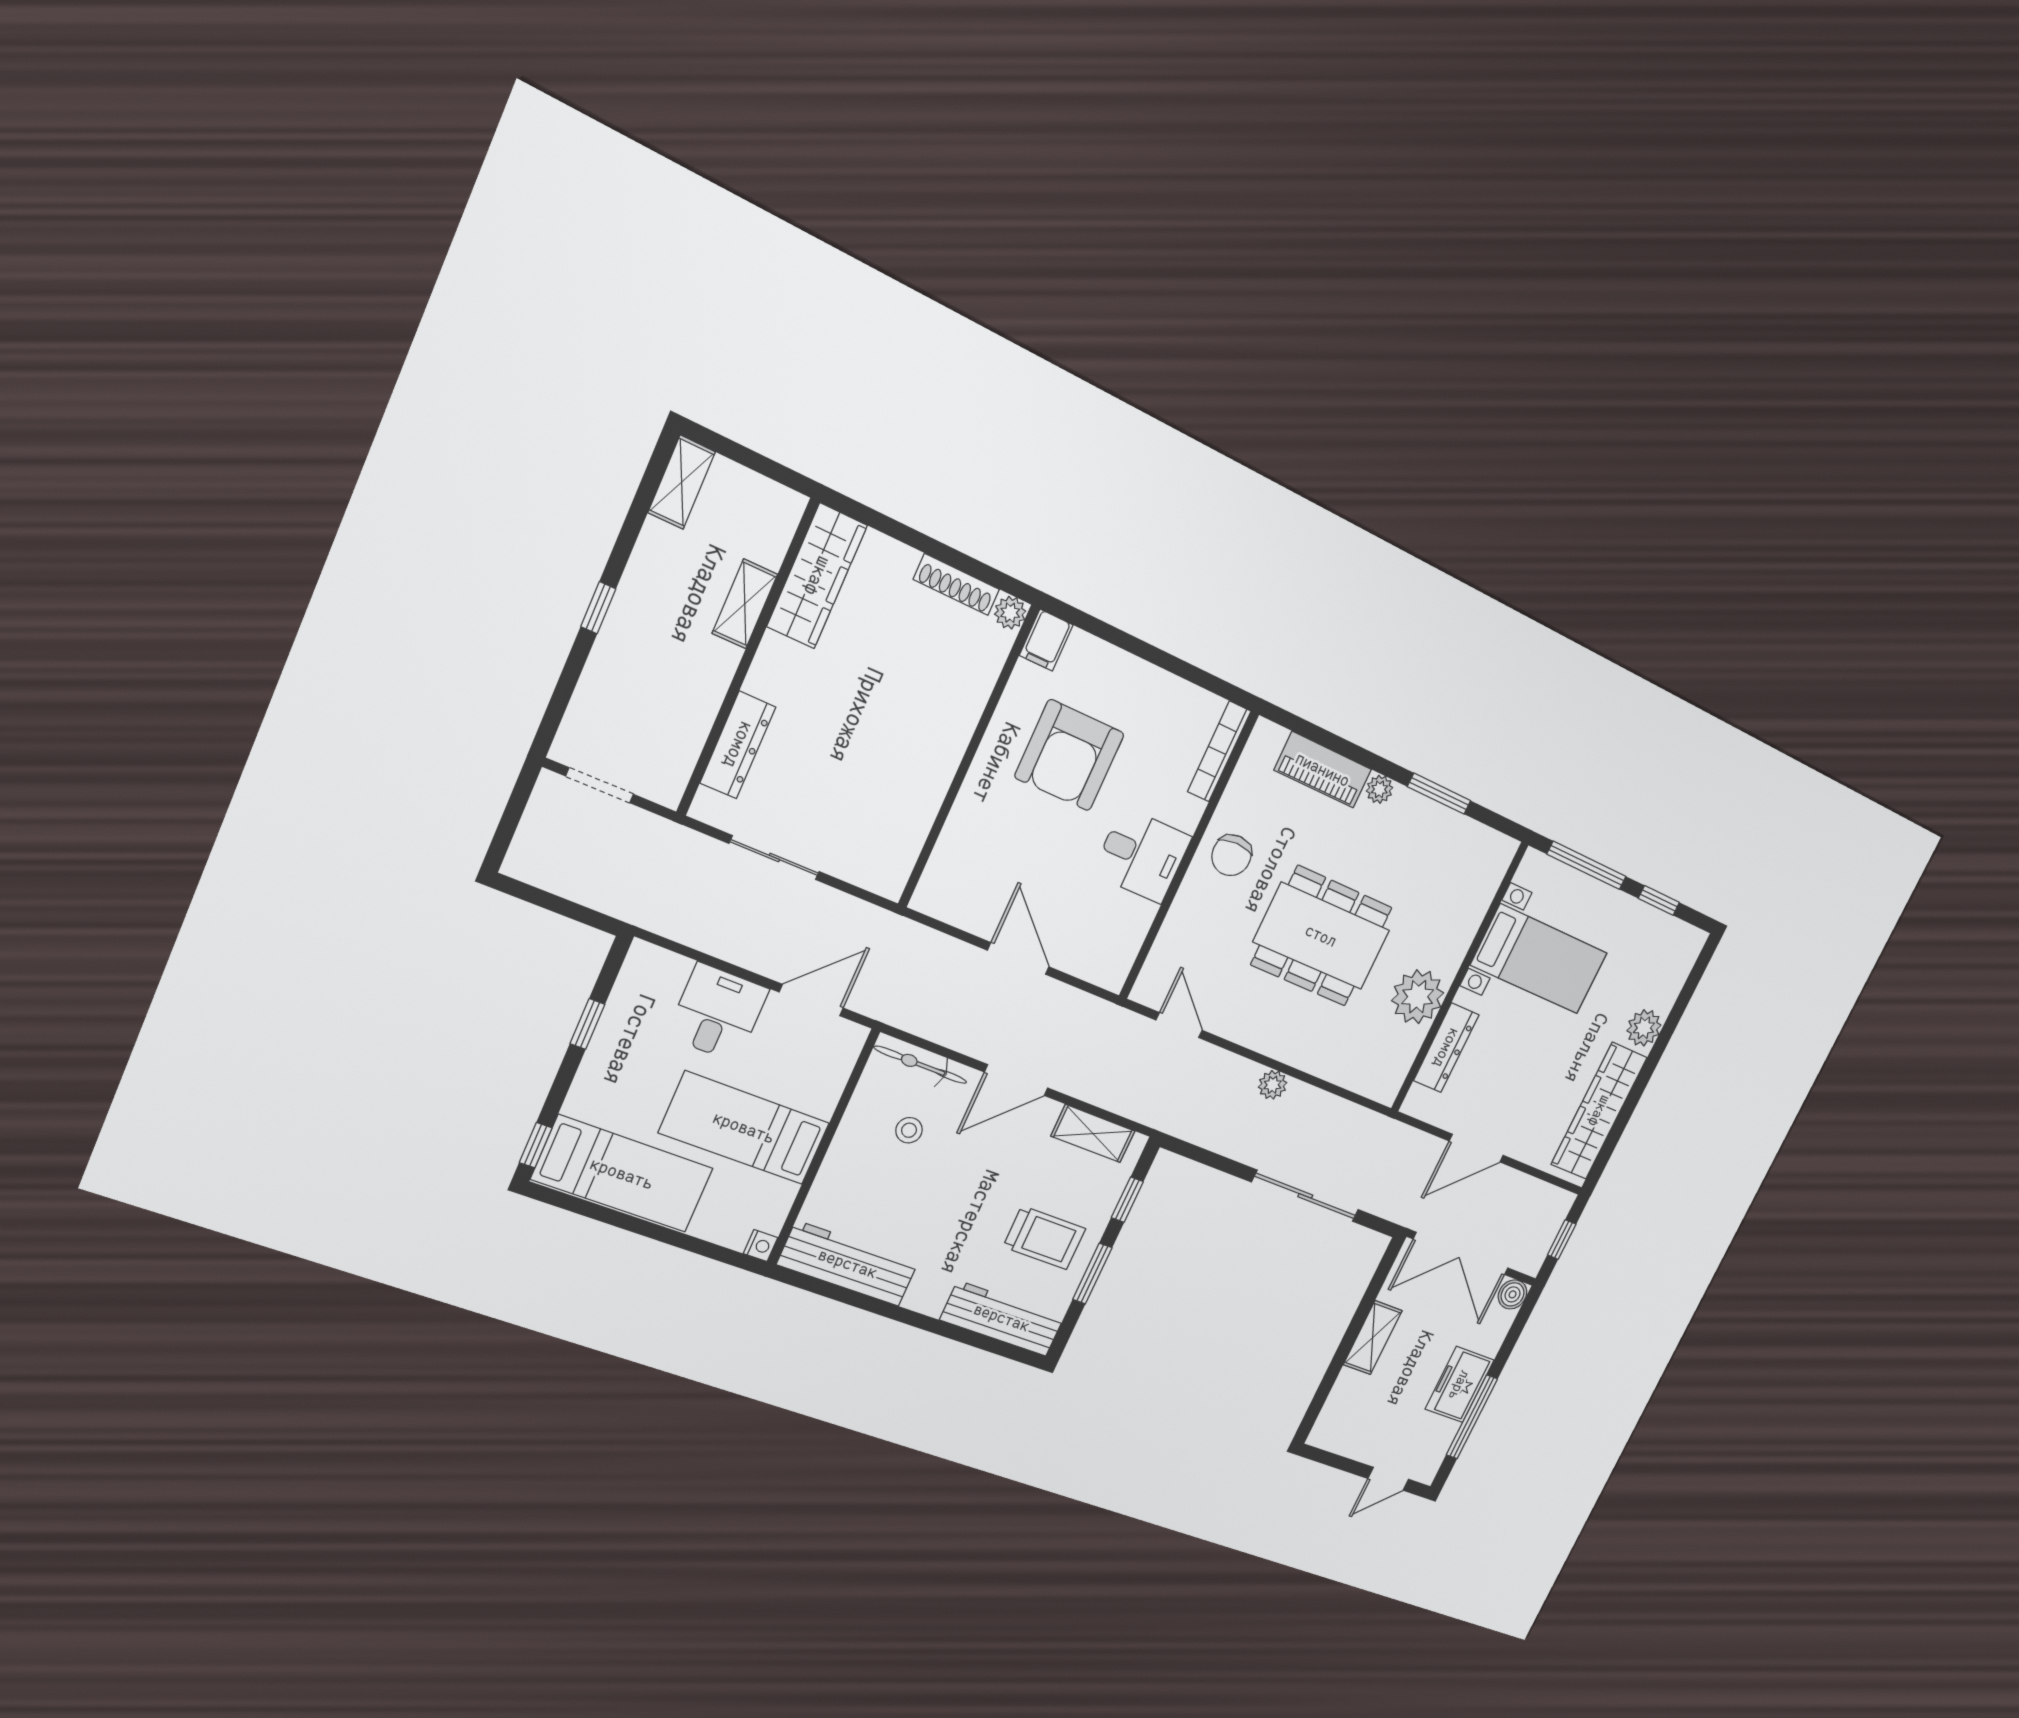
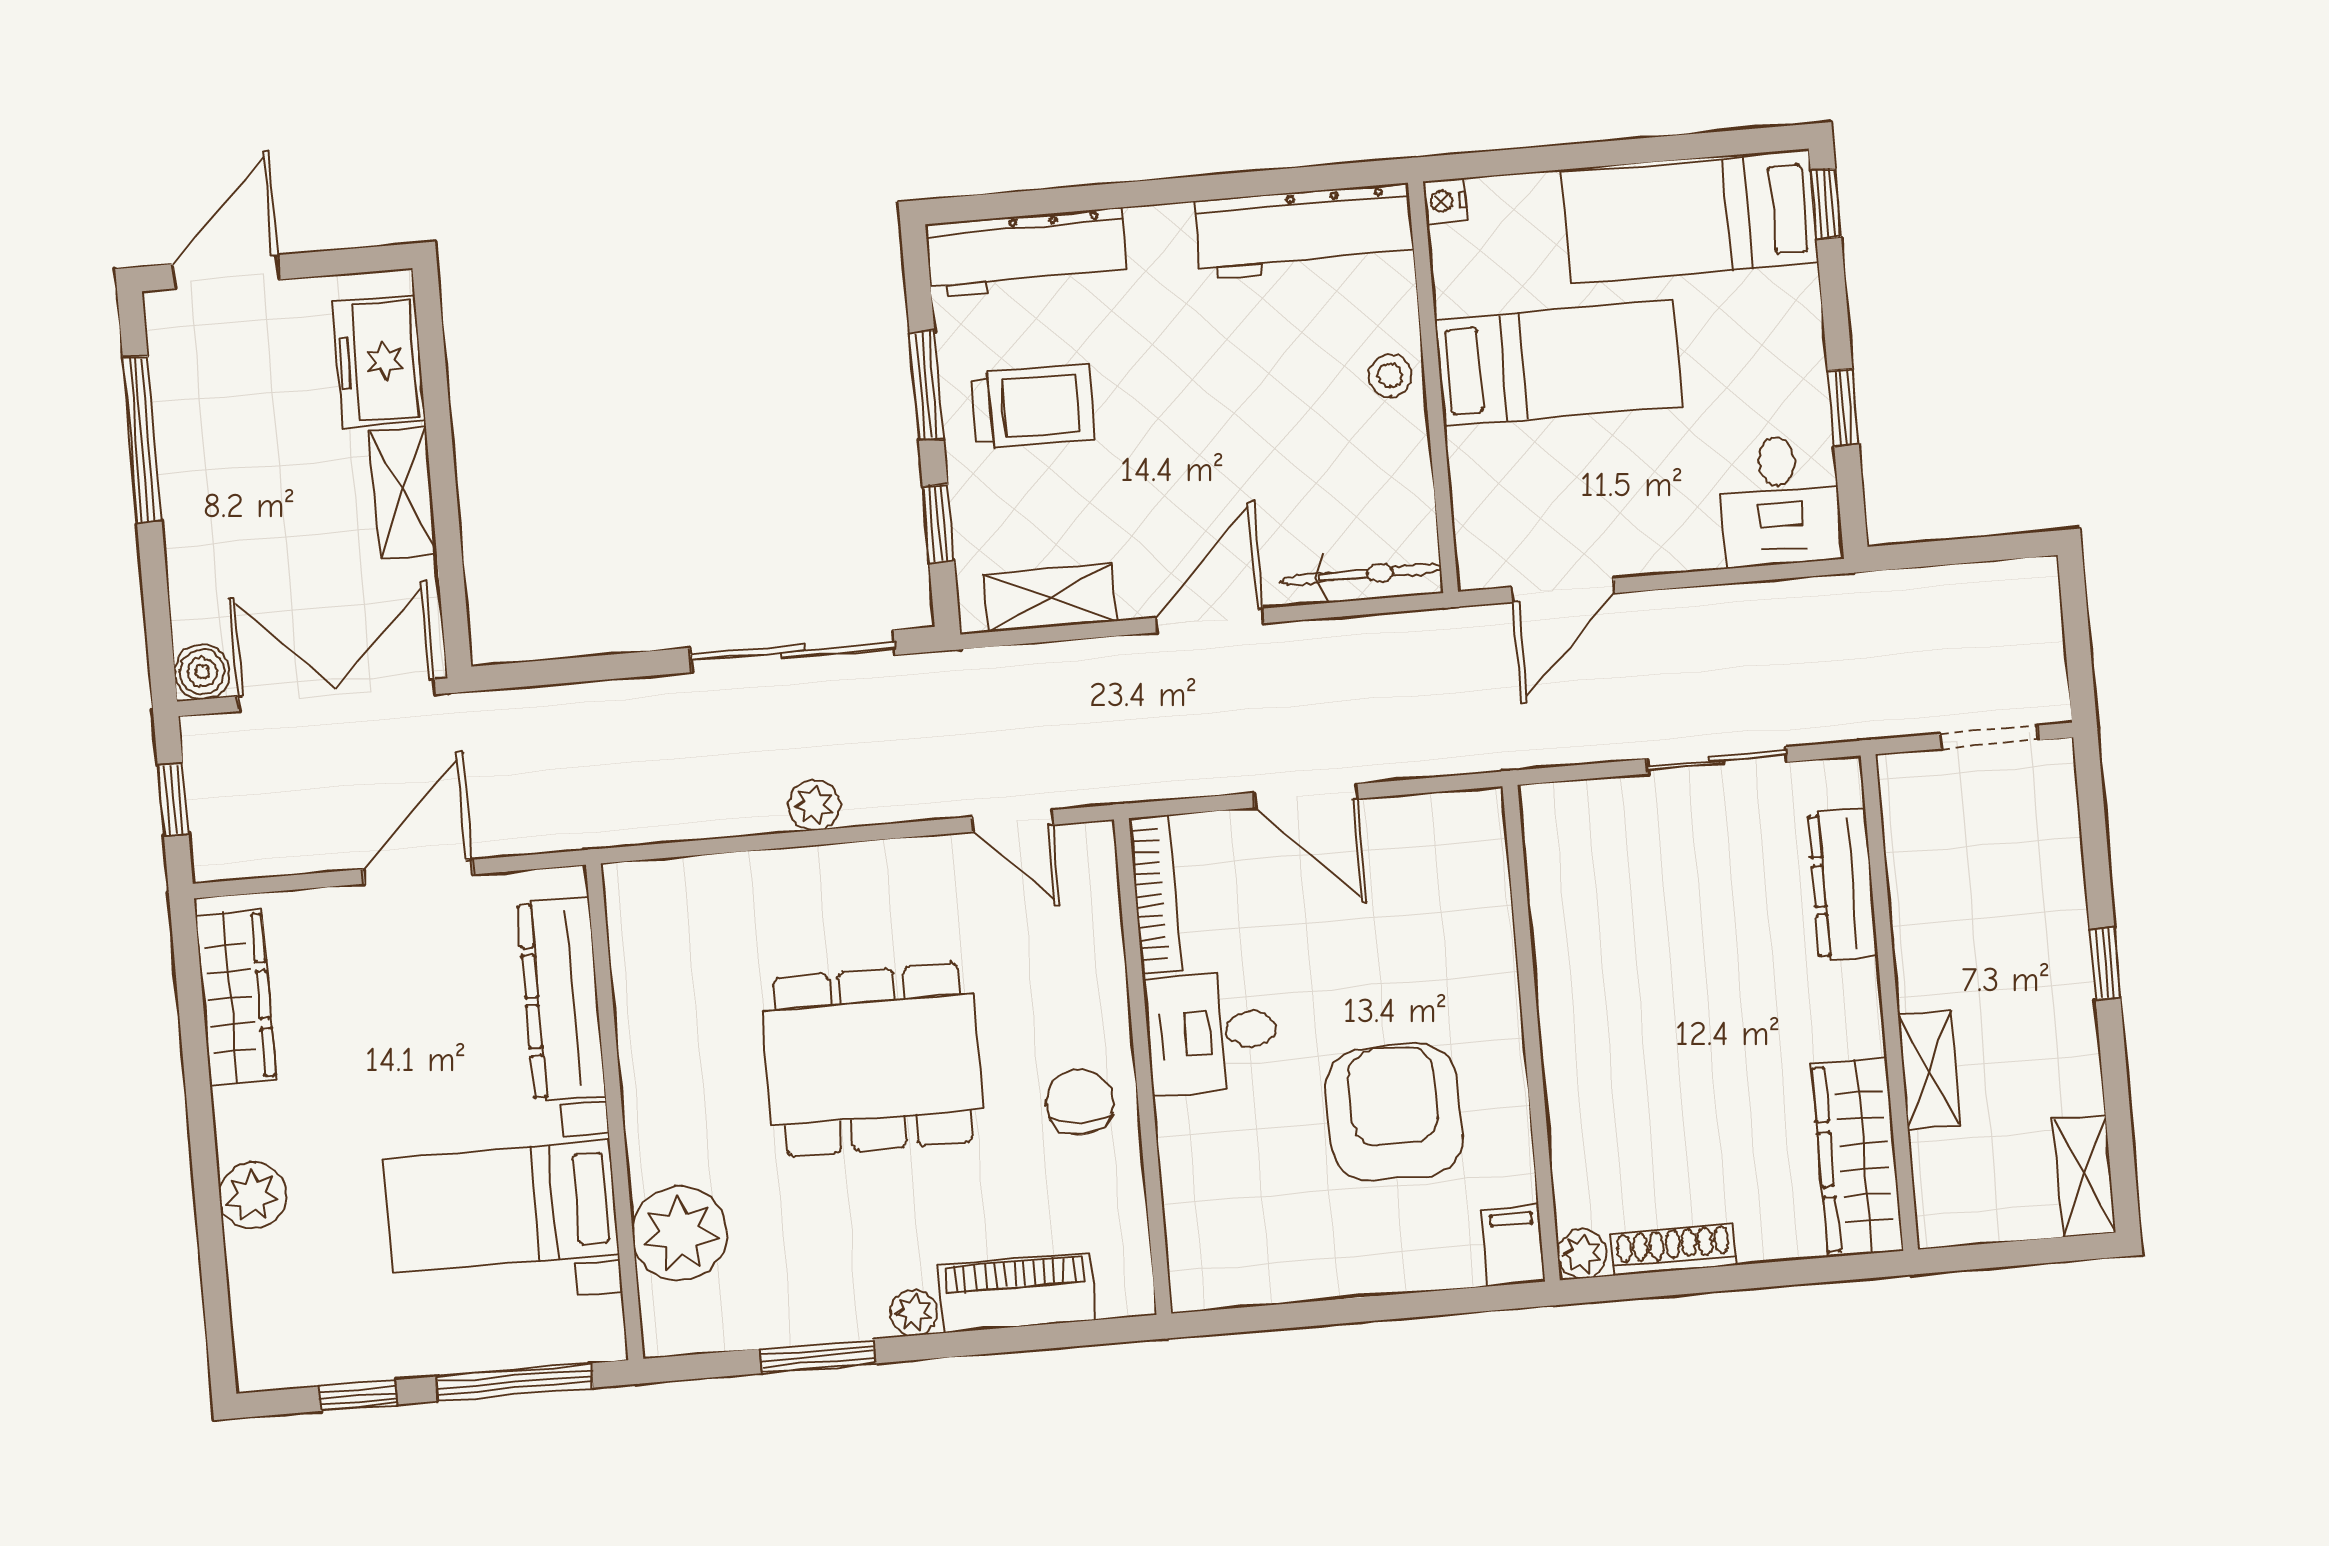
bookcase: (1219, 751) -> (1155, 894), moved
plant: (1418, 997) -> (680, 1234), moved
desk: (718, 1013) -> (1780, 500), moved
dresser: (1446, 1048) -> (562, 999), width x1.37, depth x1.24
wardrobe: (1599, 1111) -> (236, 997), width x0.71, depth x0.85
stool: (909, 1130) -> (1390, 375), moved
sliding door: (1305, 1196) -> (793, 651), moved
trolley: (1044, 1238) -> (1033, 406), turned 180
freezer: (1459, 1385) -> (379, 361), moved, turned 180
door: (1388, 1479) -> (226, 272), width x1.38

